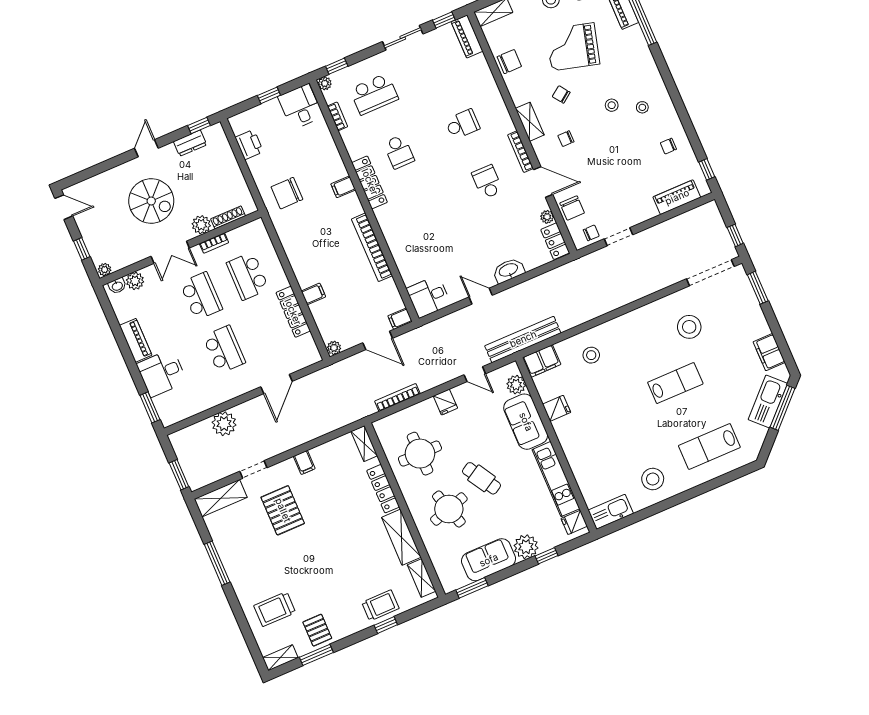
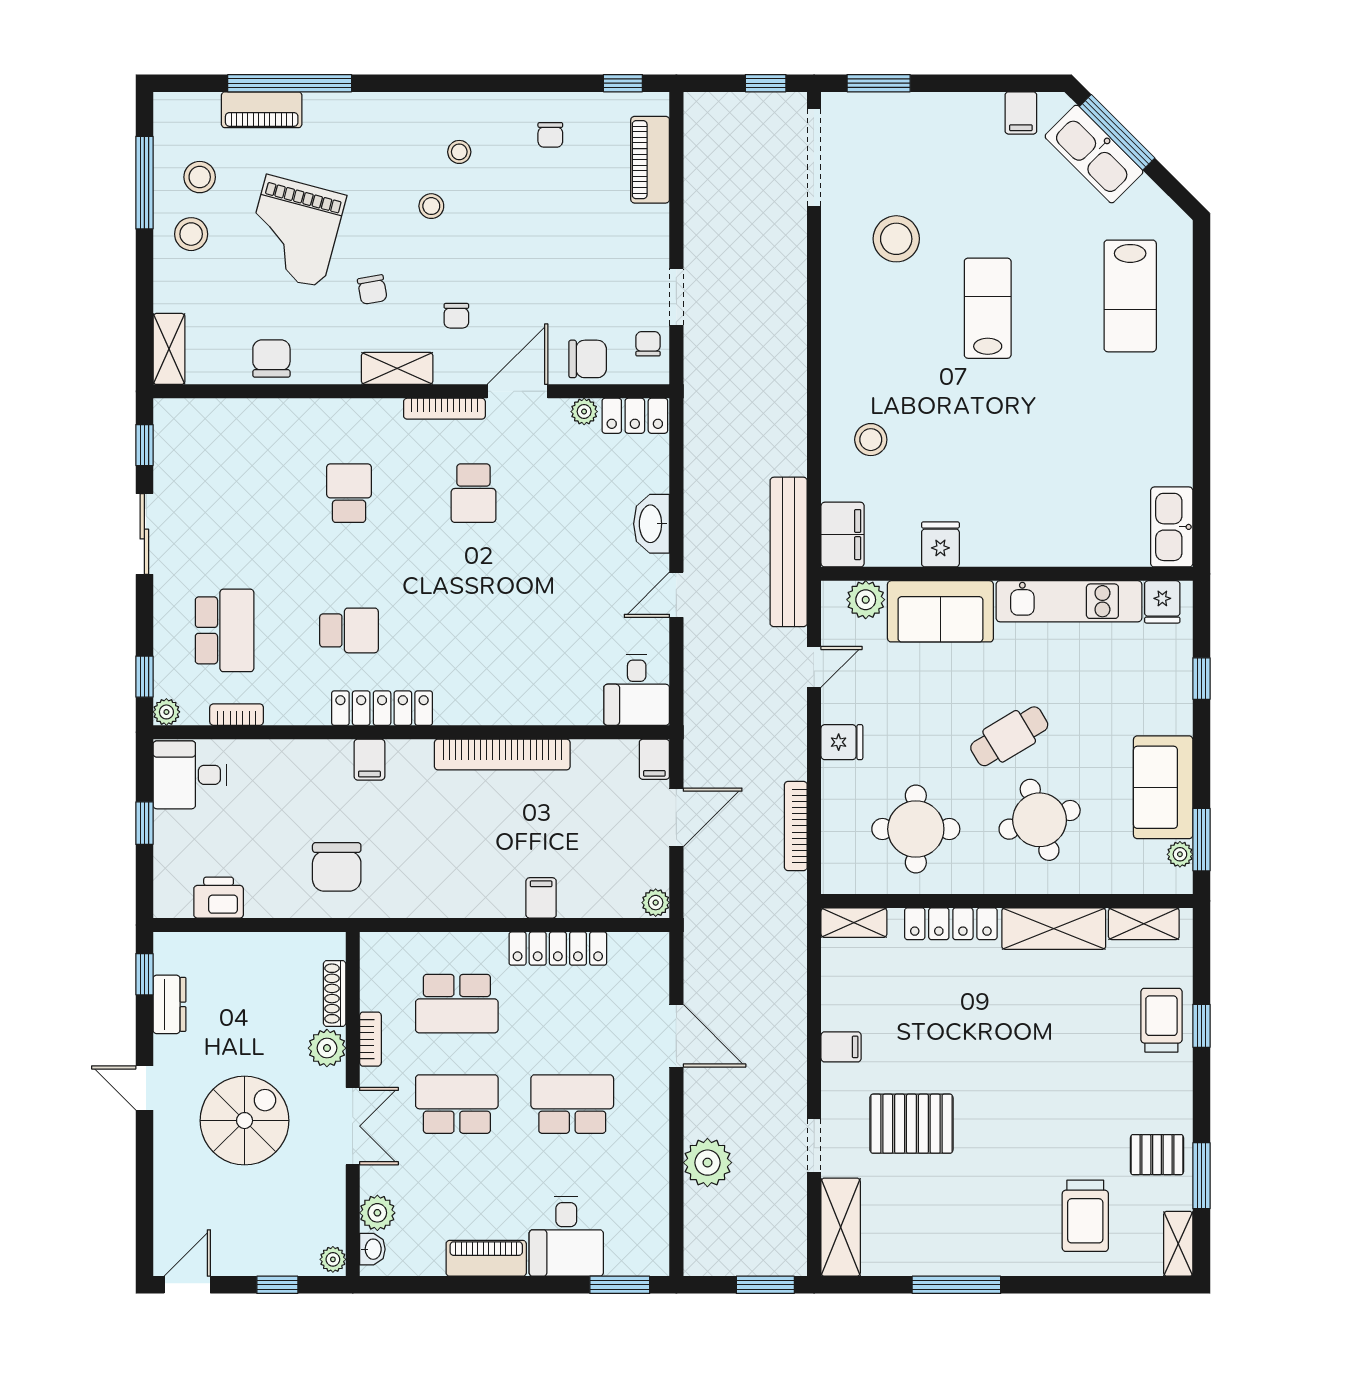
piano: (467, 36) -> (192, 416), removed
chair: (561, 94) -> (372, 290), turned -64
school desk: (487, 182) -> (473, 493), turned -90
filing cabinet: (769, 352) -> (1021, 113), width x0.50
stool: (653, 479) -> (1145, 425), removed
plant: (526, 547) -> (1180, 854), moved, width x0.53, depth x0.53

